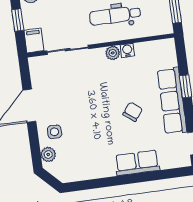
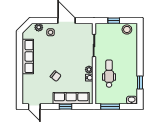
filing cabinet: (34, 41) -> (101, 28), removed
row of seats: (172, 101) -> (71, 98), moved
row of seats: (137, 163) -> (28, 56), moved, width x1.48

